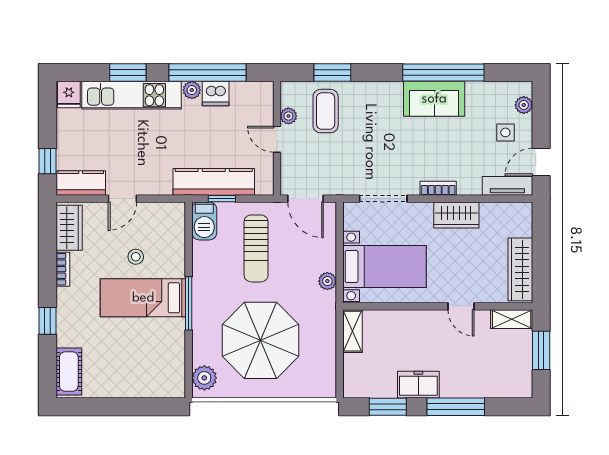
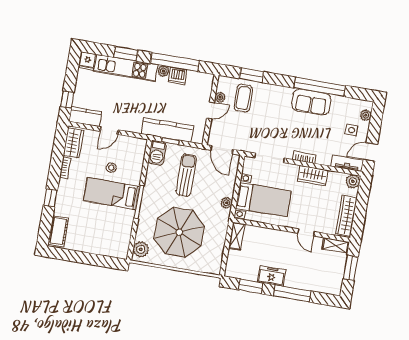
door: (277, 139) -> (211, 110), swing flipped
plant: (521, 213) -> (353, 181), added
sun lounger: (256, 248) -> (186, 175), turned 180

